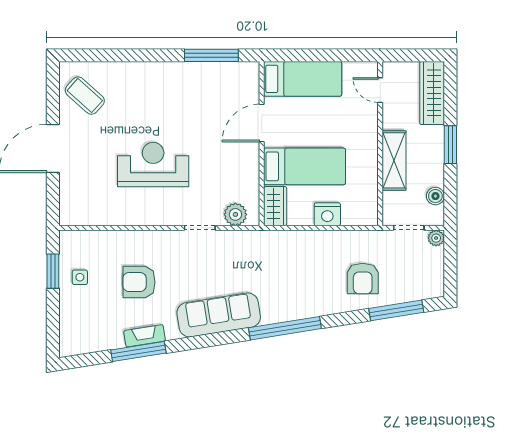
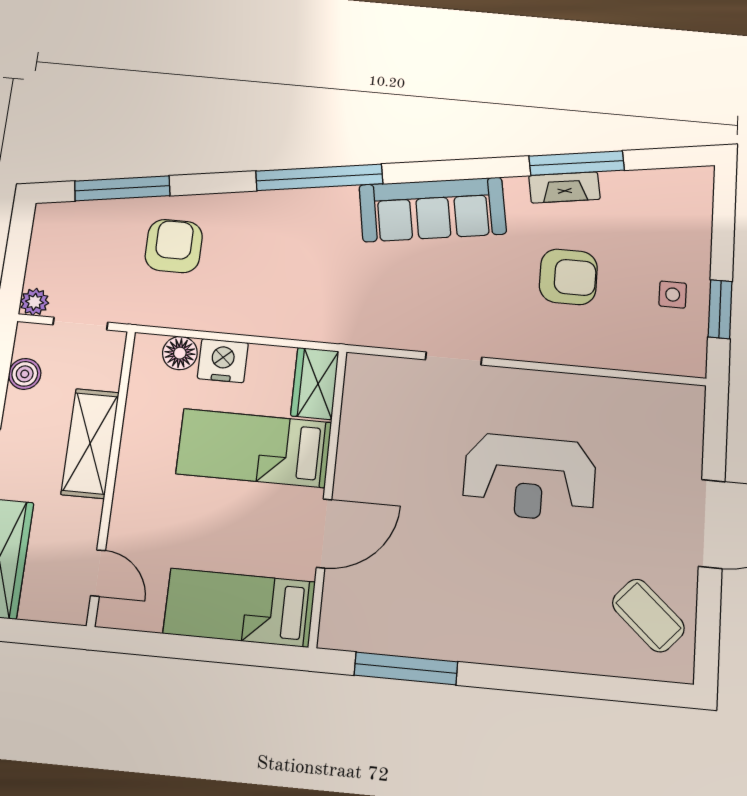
plant: (235, 214) -> (388, 376), removed
floor lamp: (352, 216) -> (180, 353), added

